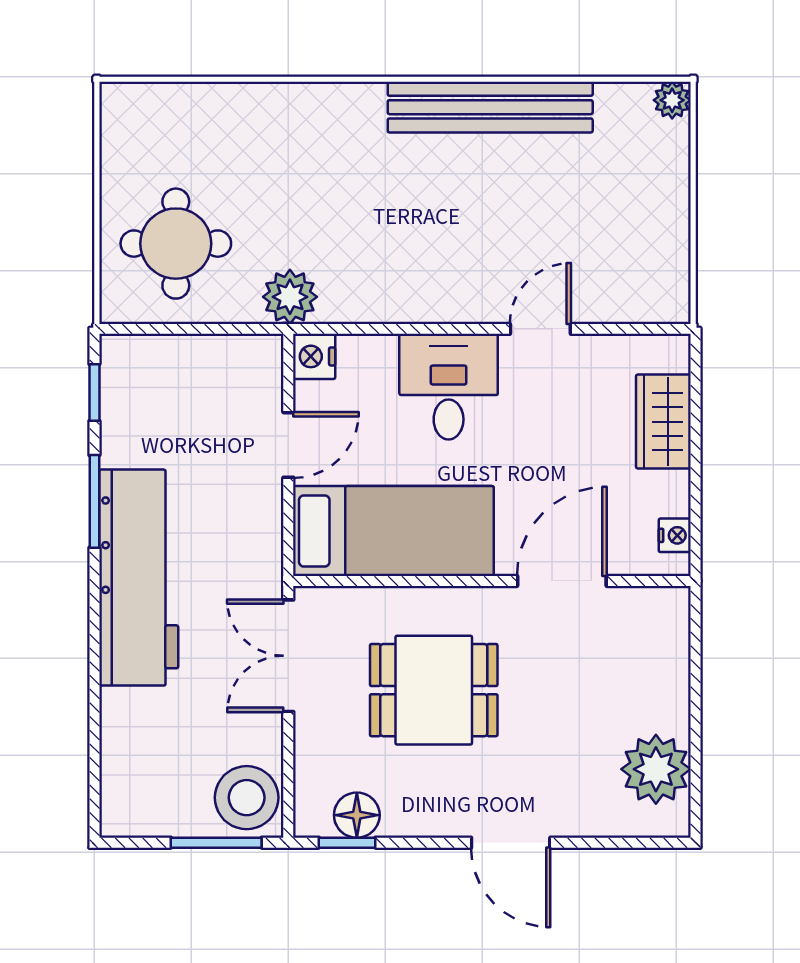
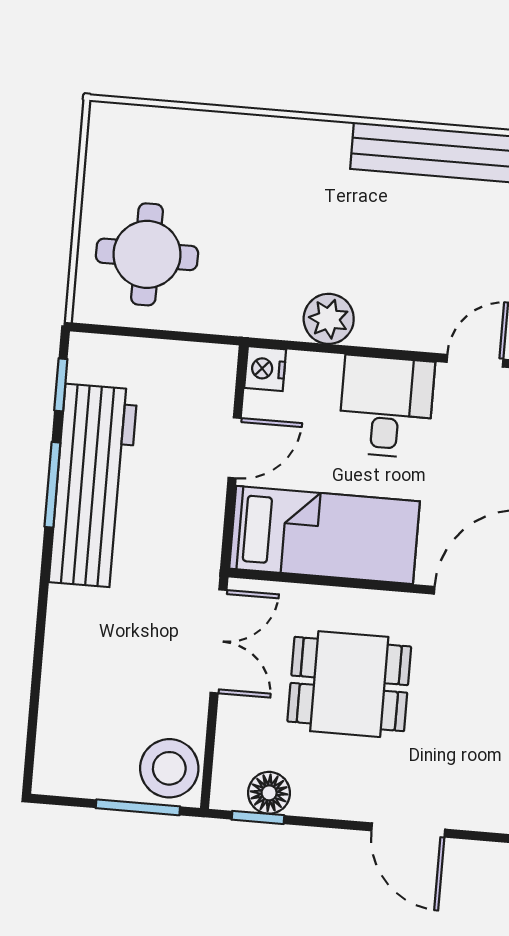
plant: (290, 297) -> (329, 319), moved
workbench: (139, 578) -> (93, 486), moved
double door: (288, 656) -> (218, 641), swing flipped

